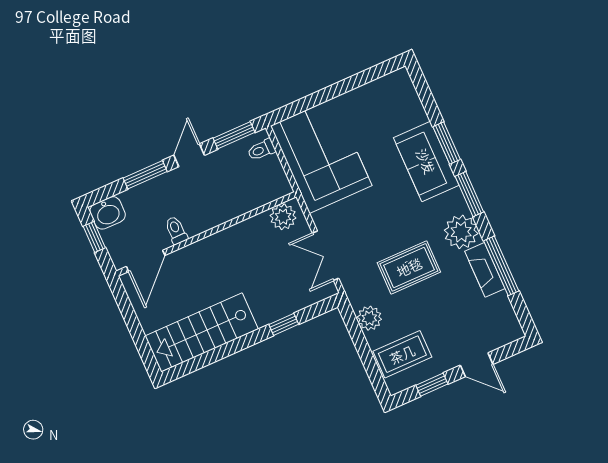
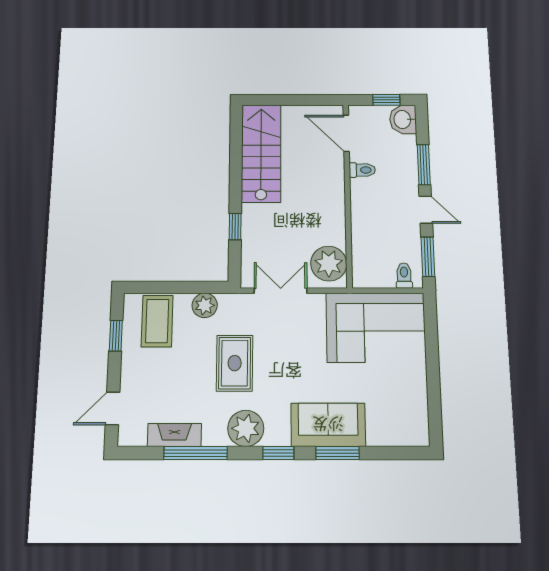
window: (469, 194) -> (278, 453), width x0.67
plant: (283, 217) -> (329, 264), width x1.36, depth x1.36
fireplace: (485, 270) -> (174, 435), moved
door: (477, 365) -> (113, 408), moved

